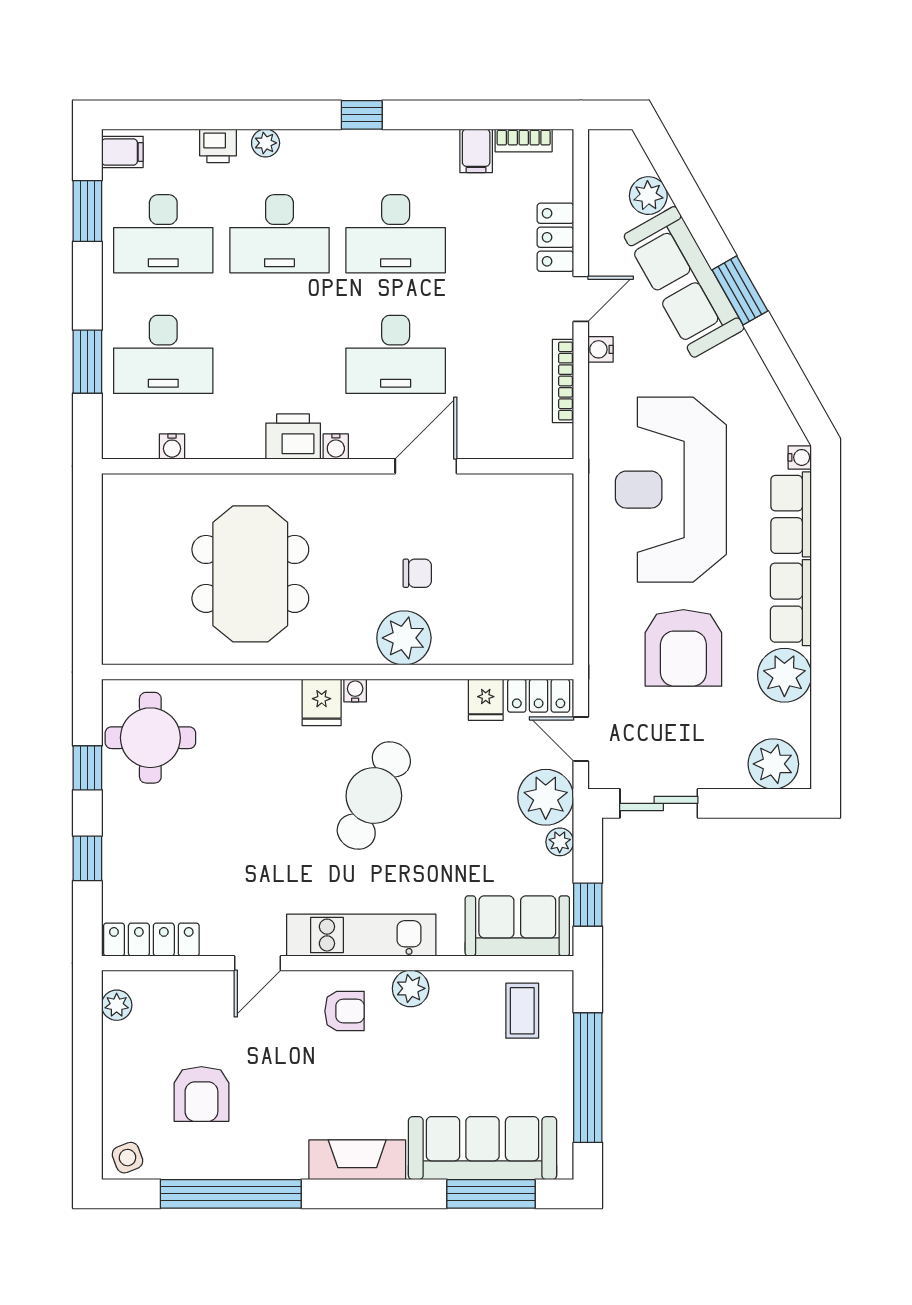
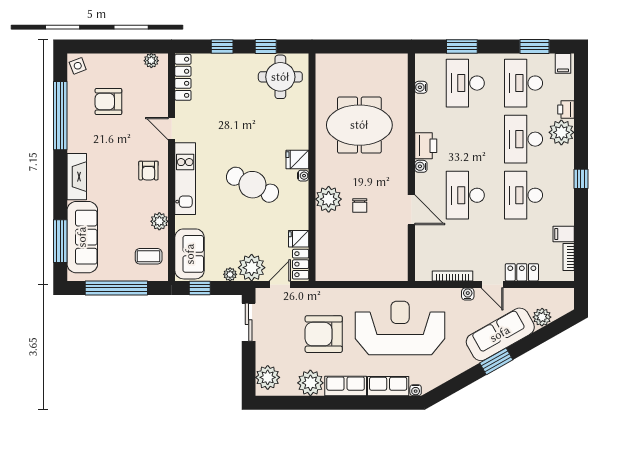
plant: (266, 143) -> (561, 132), width x1.88, depth x1.88
plant: (411, 988) -> (159, 221), moved

